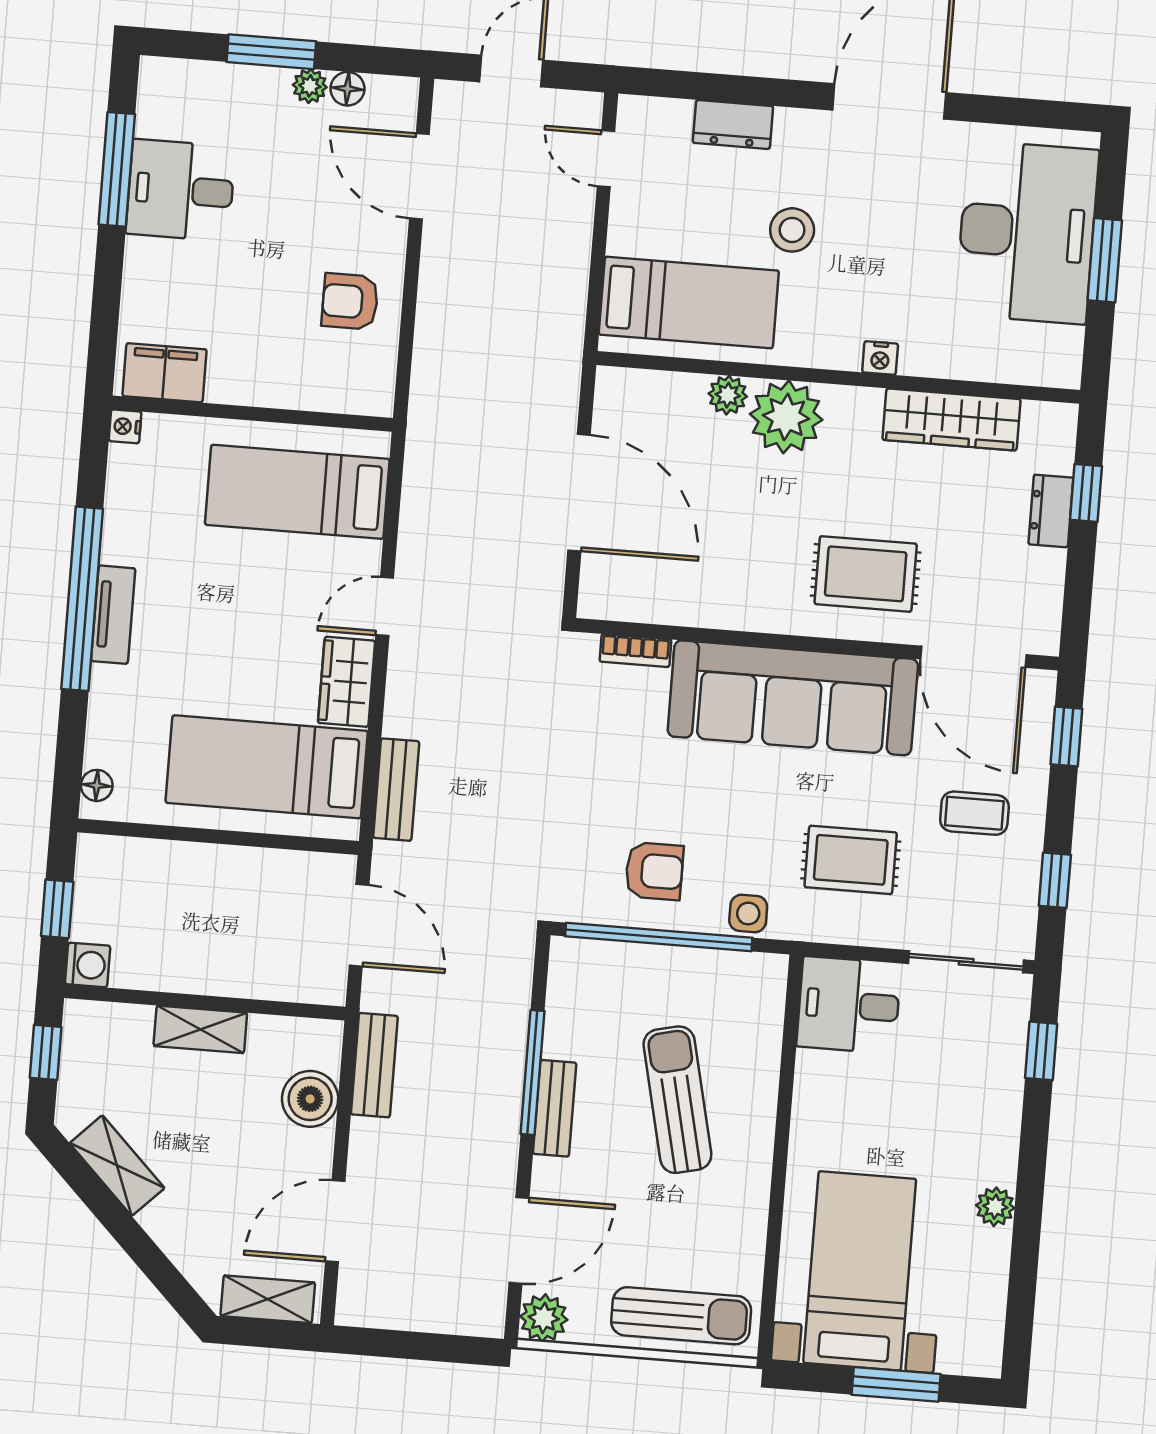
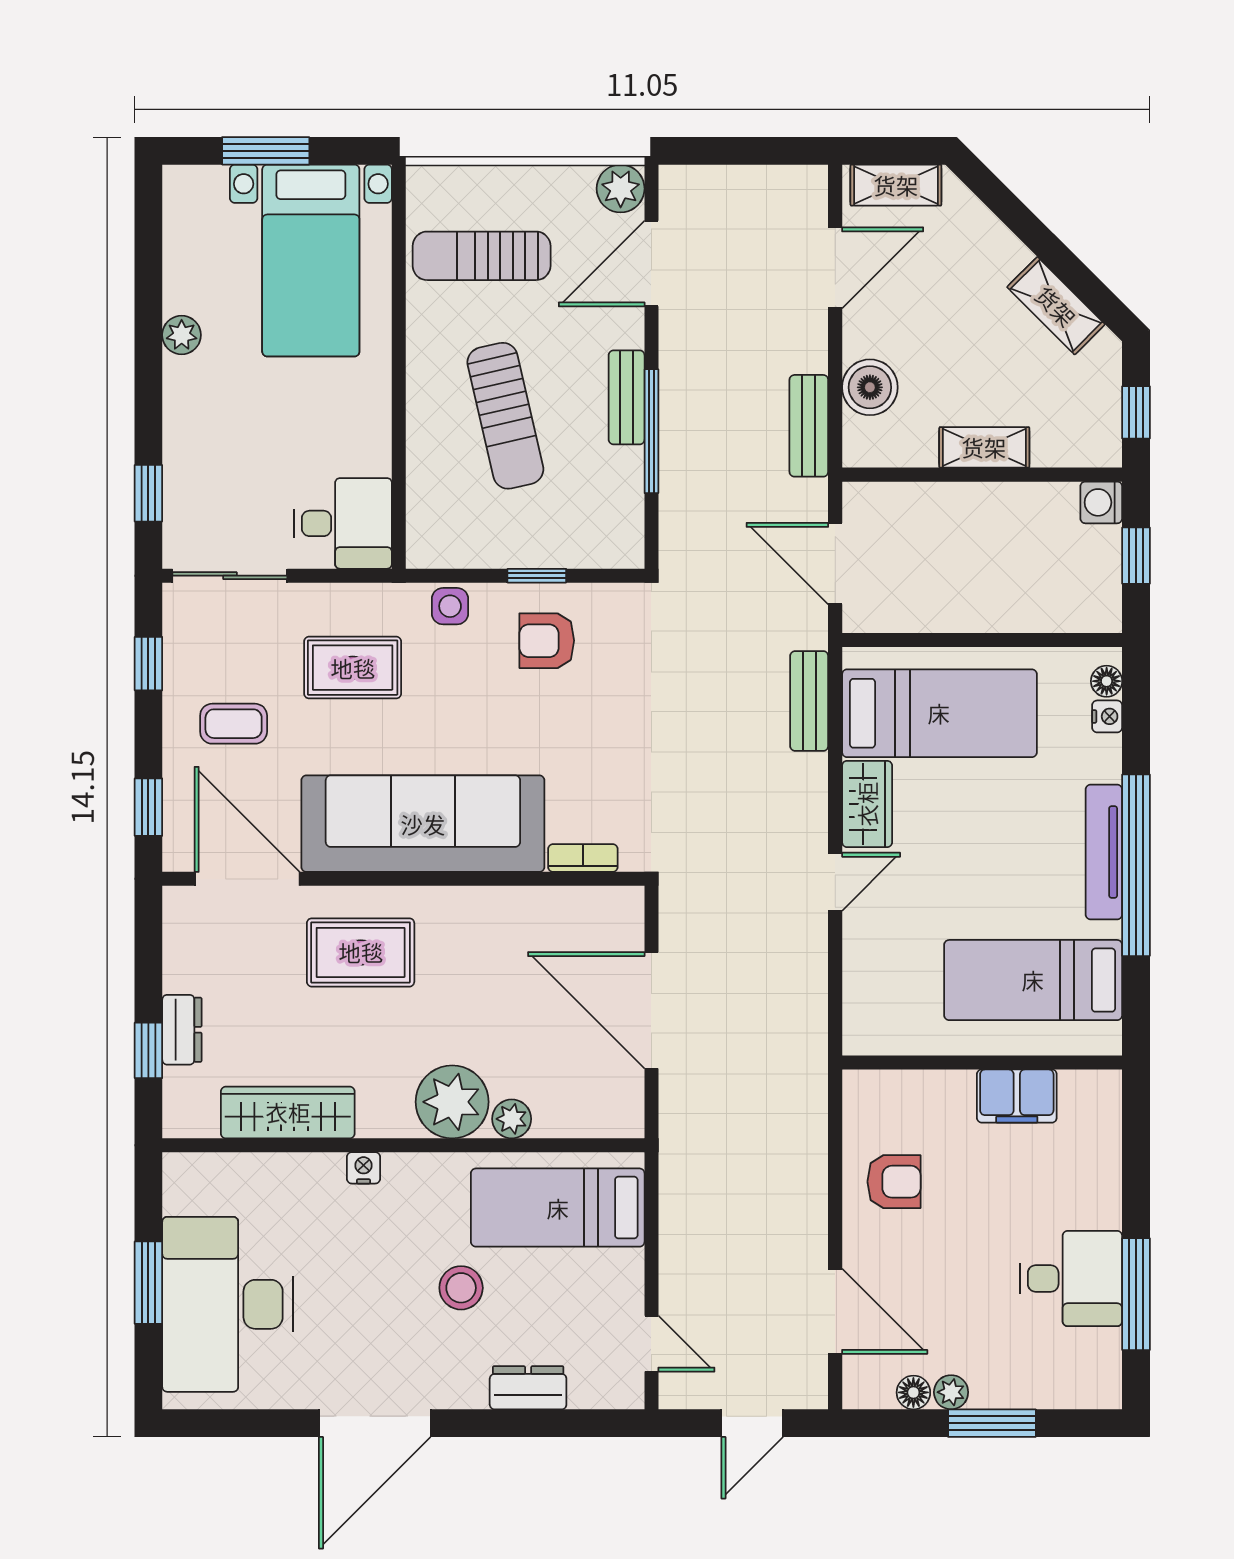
filing cabinet: (165, 373) -> (1017, 1096), moved
nightstand: (125, 426) -> (1107, 716), moved
bed: (297, 492) -> (1033, 980), moved, turned 180
tv unit: (113, 615) -> (1104, 852), width x1.41
window: (659, 937) -> (537, 576), width x0.32
sun lounger: (681, 1316) -> (482, 256), moved

